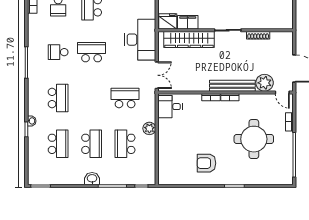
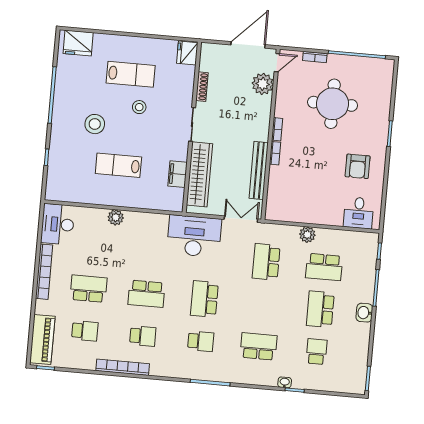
fridge: (168, 21) -> (187, 53), moved
school desk: (58, 52) -> (201, 341), turned -90
bench: (232, 86) -> (259, 170), moved
desk: (170, 107) -> (359, 213), moved
school desk: (58, 144) -> (317, 352), width x0.54
school desk: (92, 144) -> (320, 309), turned -90

